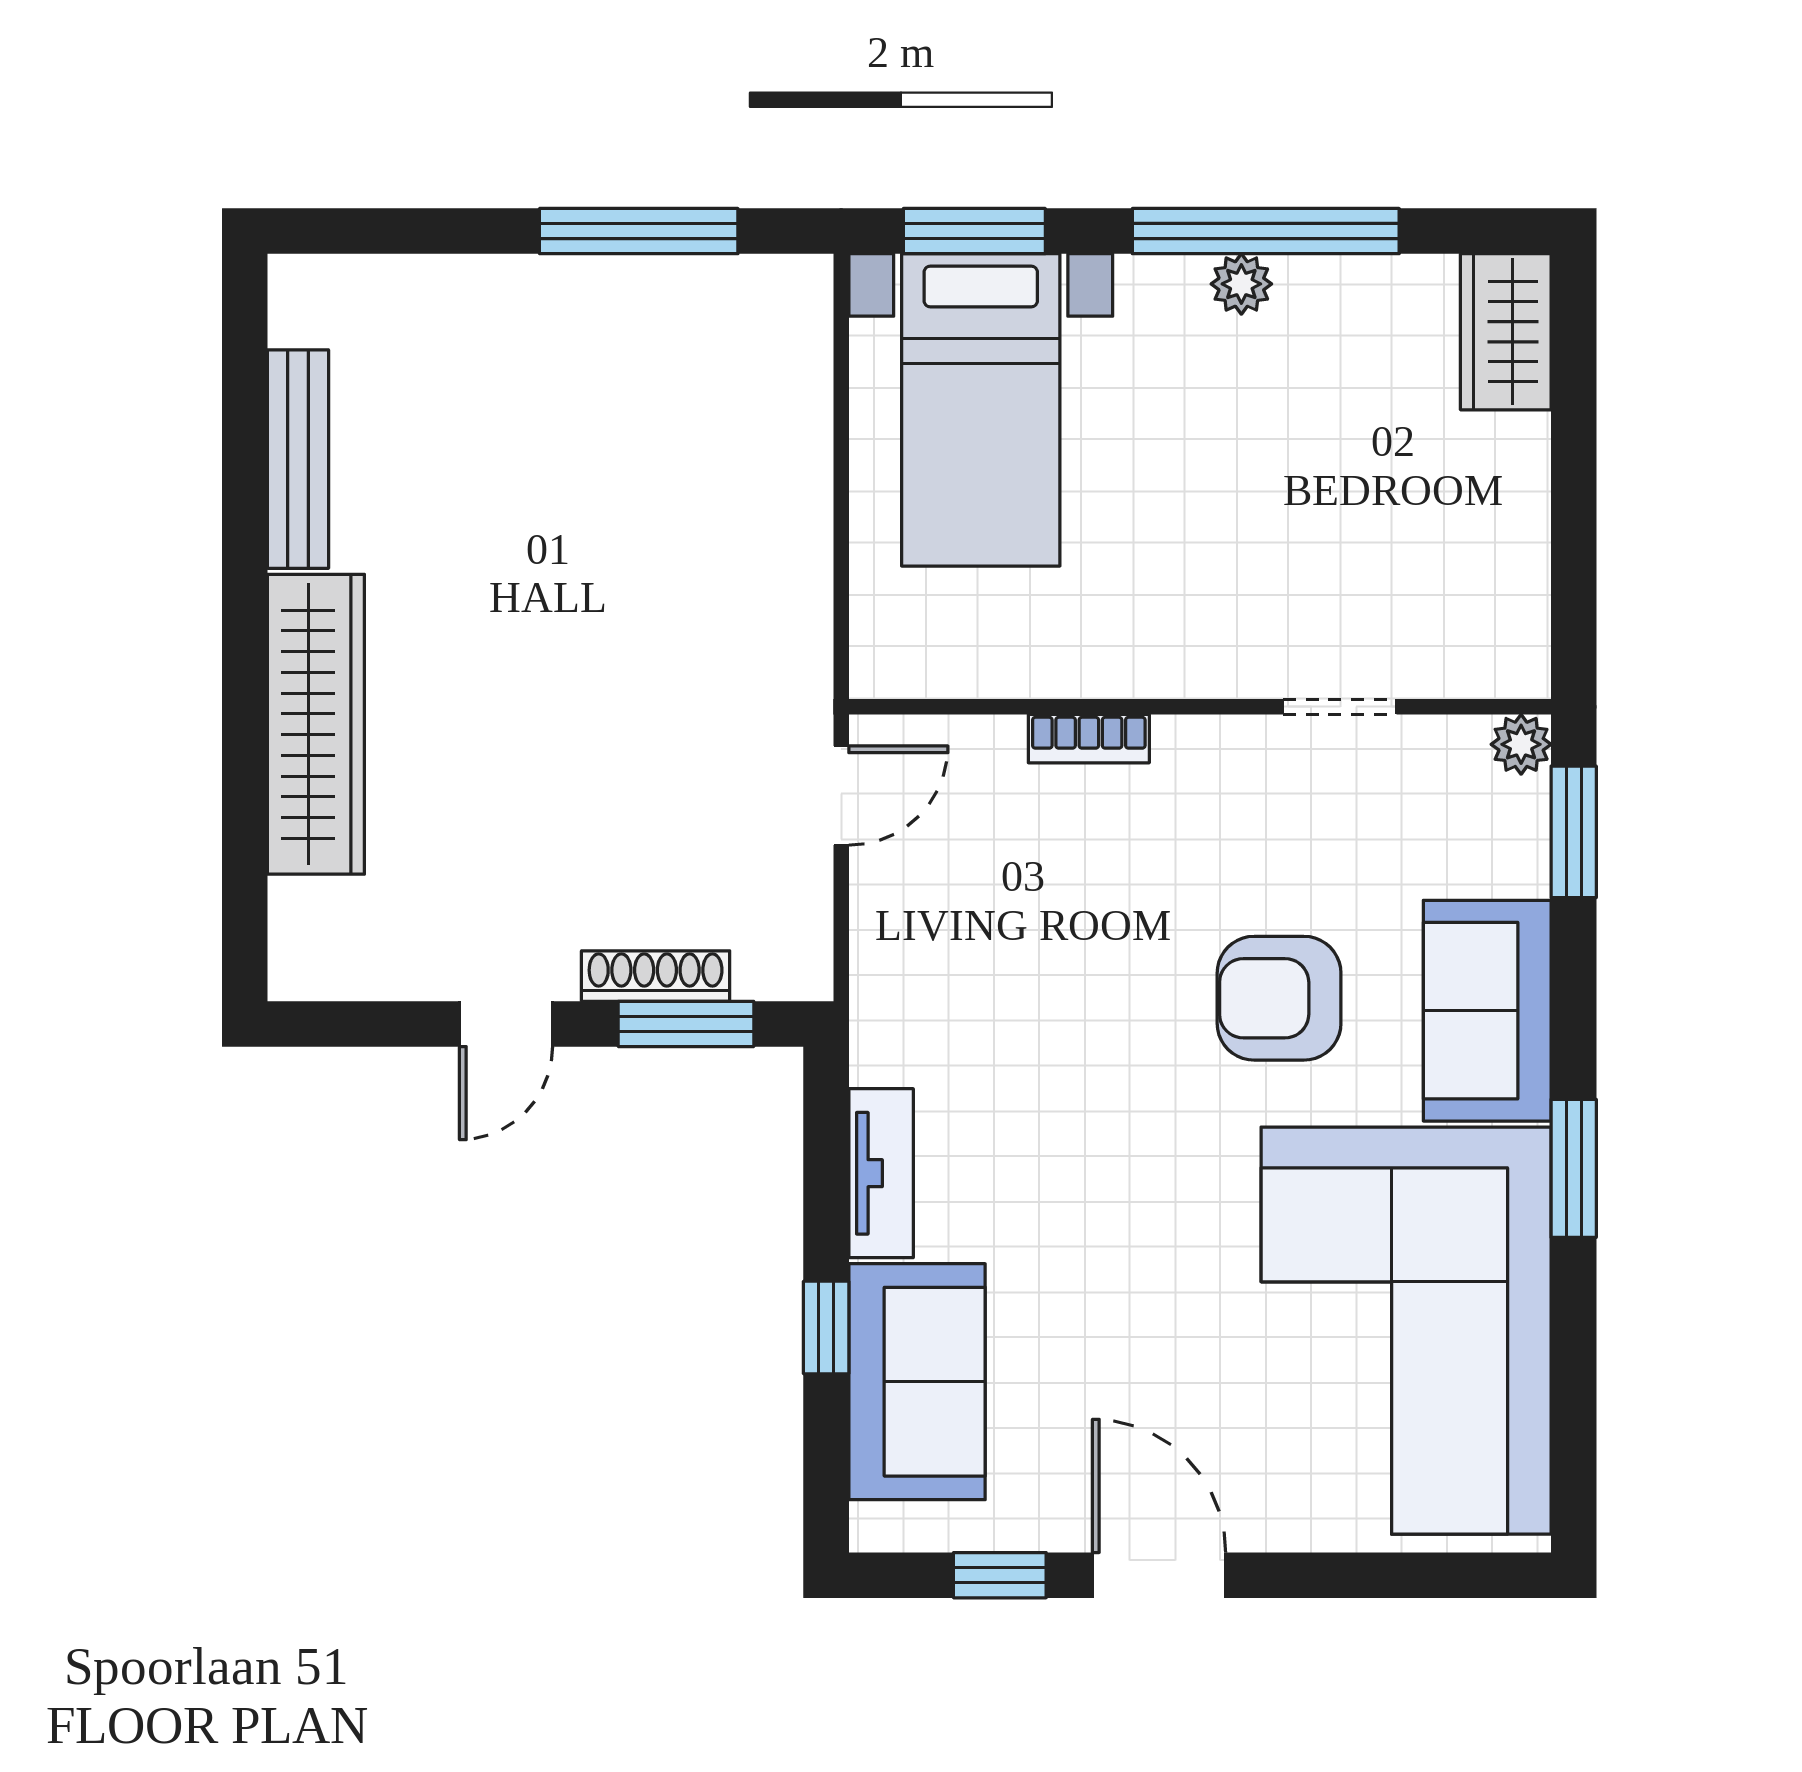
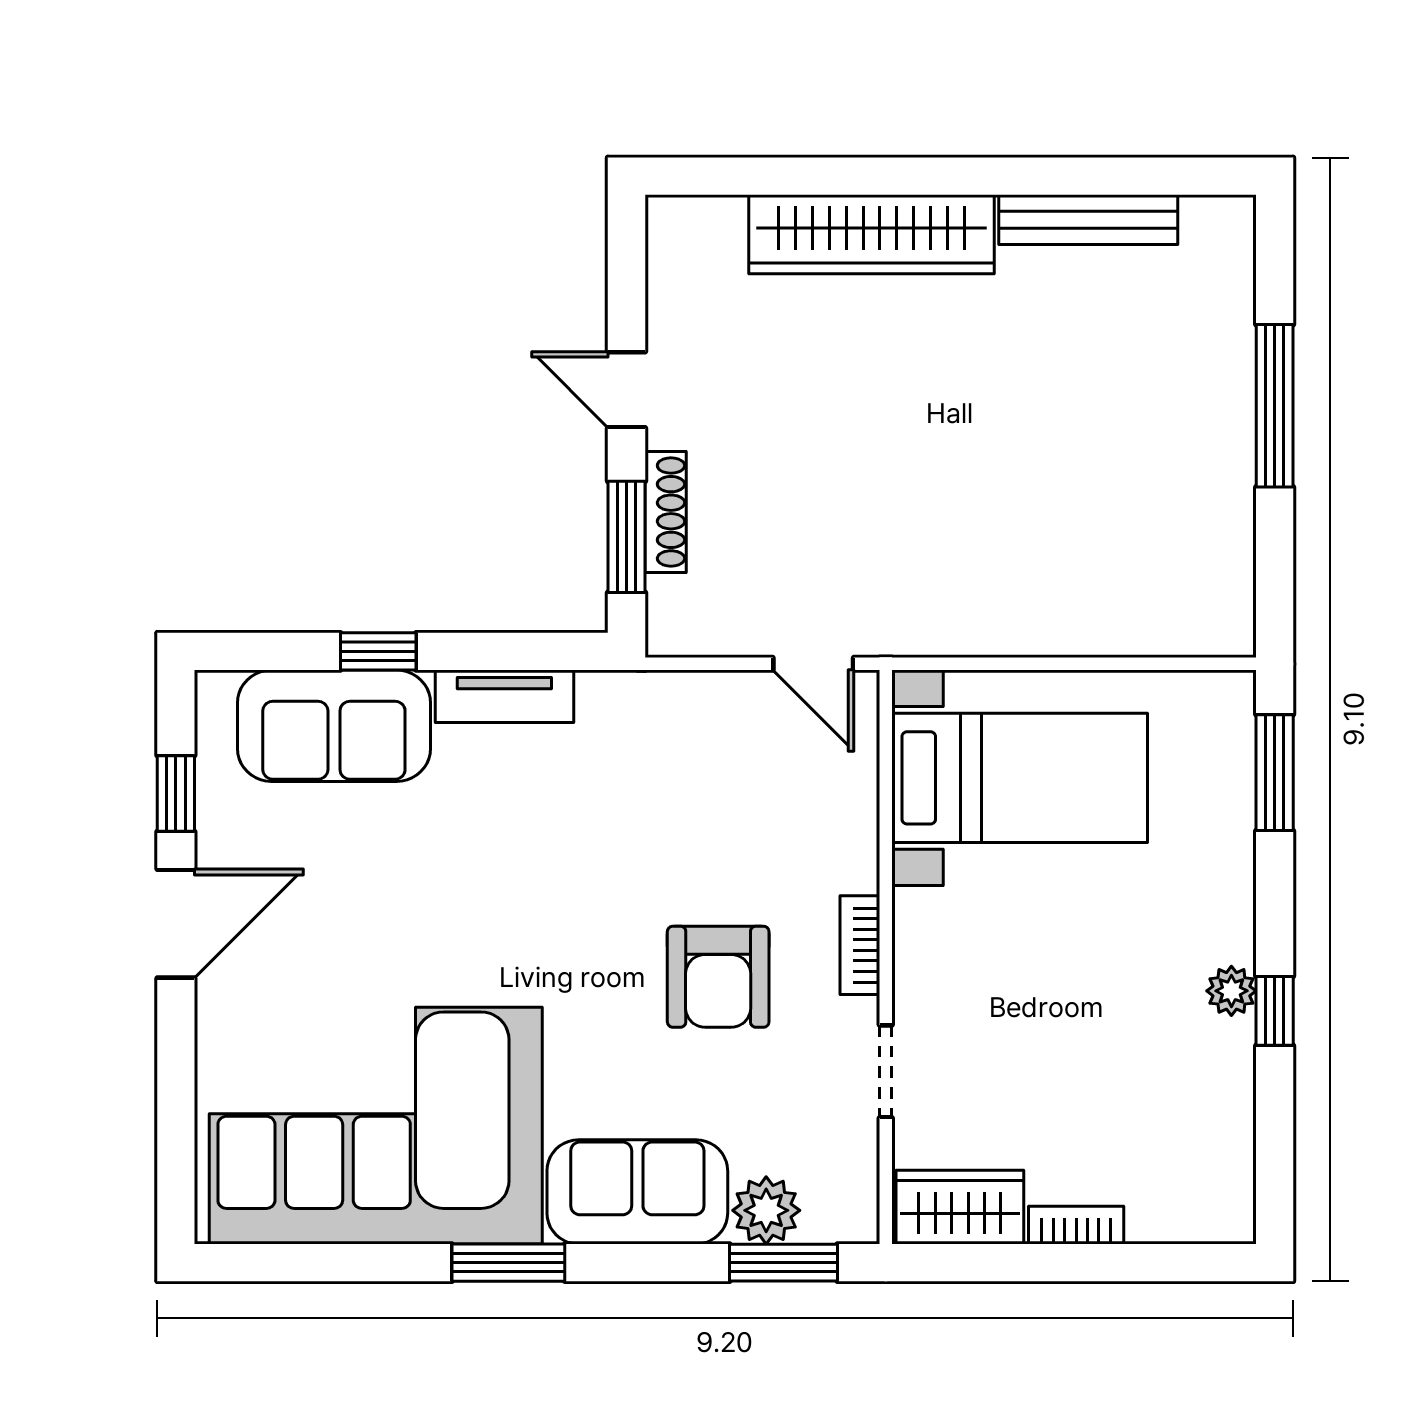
window: (639, 231) -> (1275, 406), moved
window: (1266, 231) -> (1275, 1011), width x0.32
wardrobe: (1506, 332) -> (960, 1207), moved
bed with nightstands: (981, 410) -> (1020, 778), moved, turned 180
bookcase: (1528, 474) -> (1076, 1225), added
bookcase: (1089, 739) -> (860, 945), moved
plant: (1521, 744) -> (766, 1210), moved, width x1.38, depth x1.38
armchair: (1279, 998) -> (718, 977), moved, turned 180

